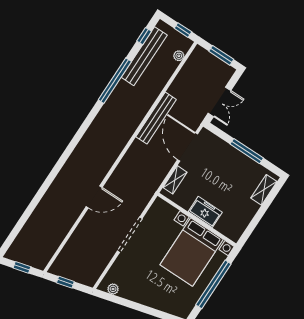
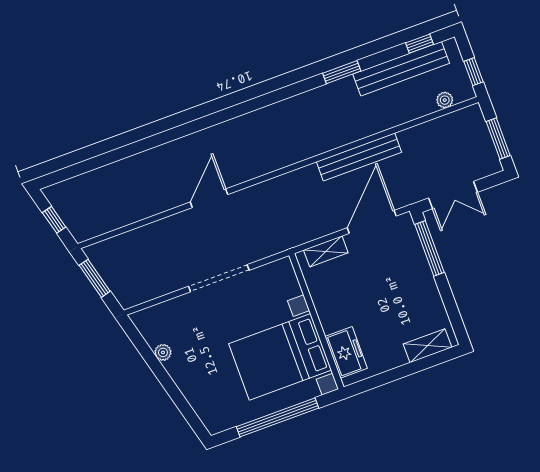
window: (115, 81) -> (342, 72), width x0.47
window: (247, 151) -> (429, 248), moved
door: (94, 197) -> (209, 198), swing flipped
freezer: (205, 212) -> (346, 352), moved
window: (65, 282) -> (95, 278), width x1.50
plant: (113, 289) -> (163, 352), moved

